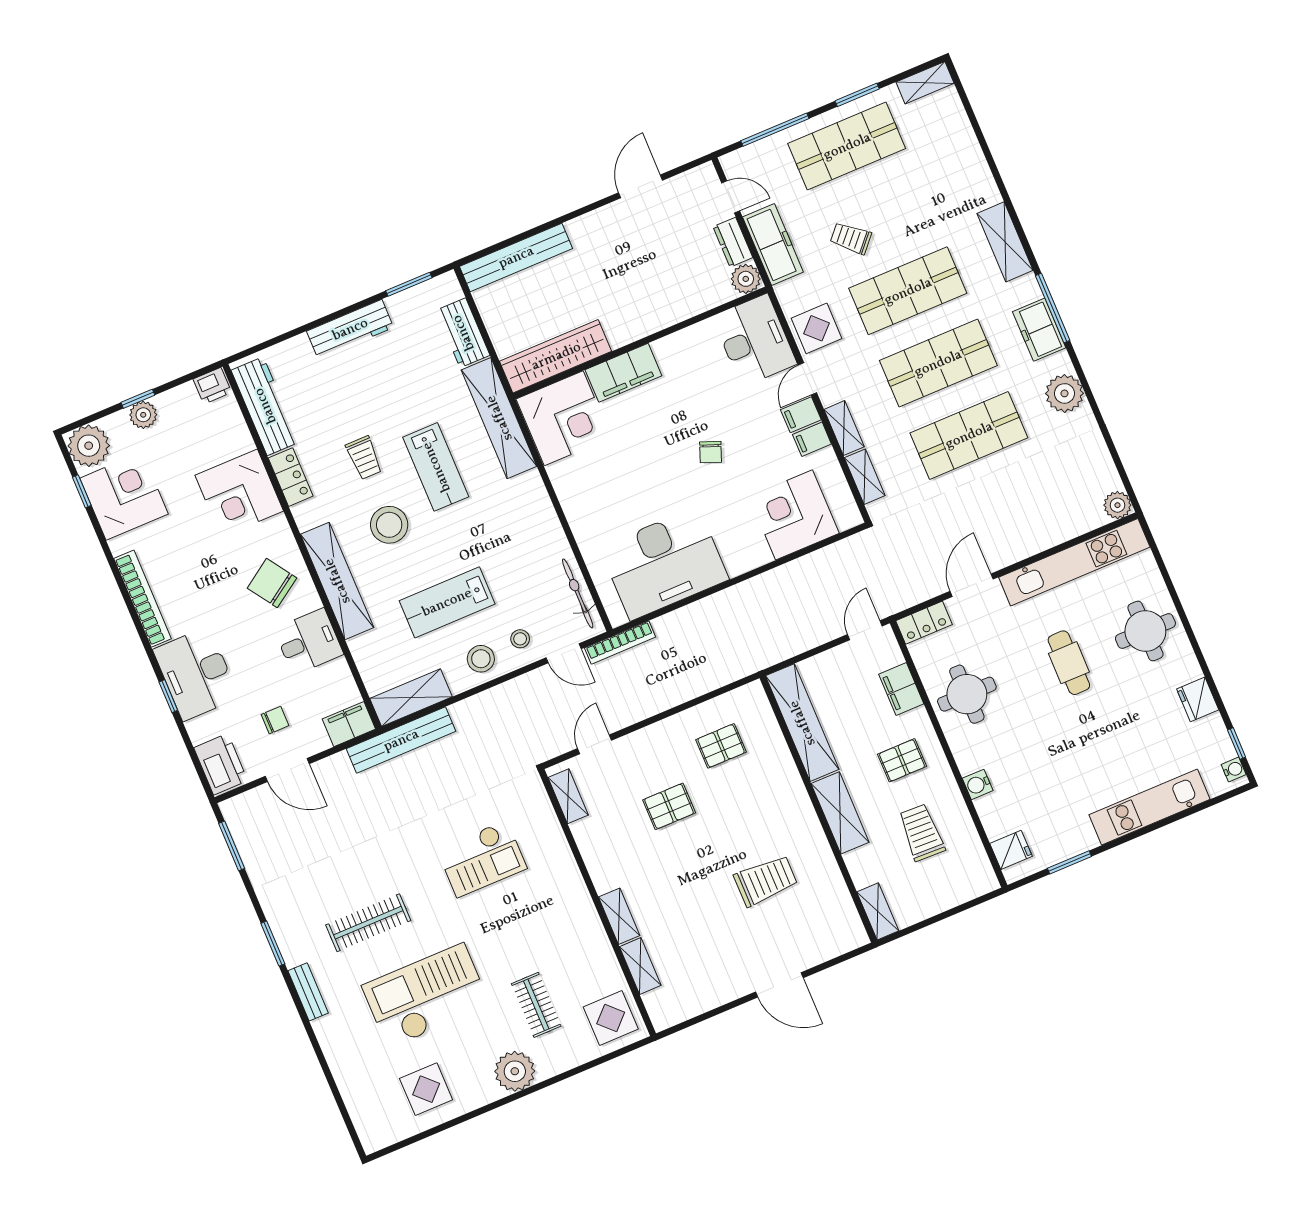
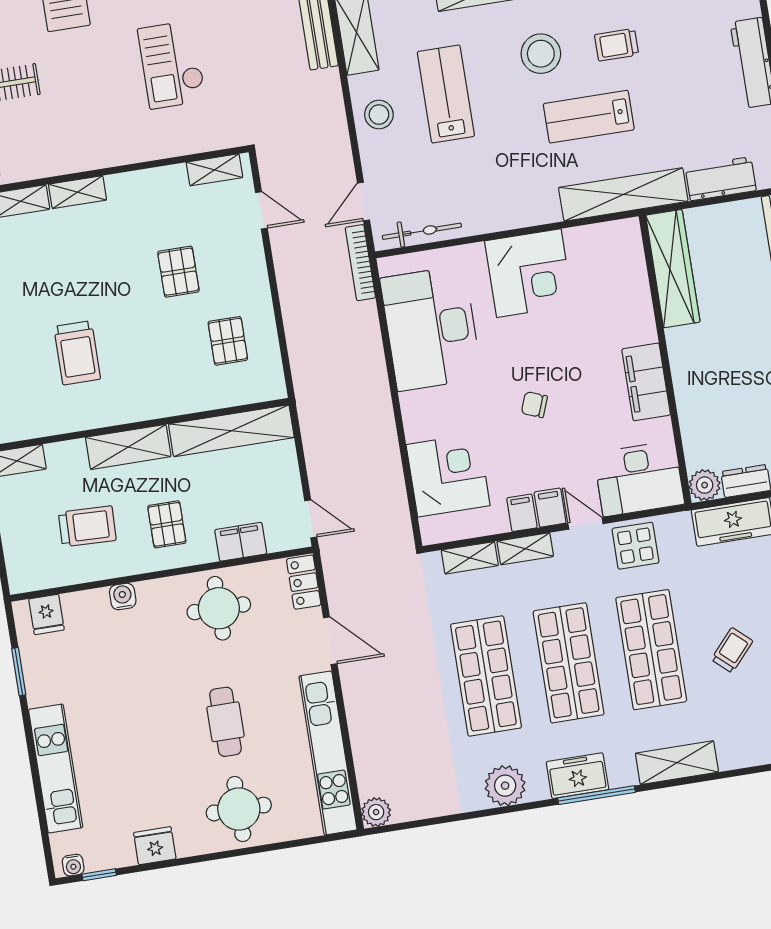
trolley: (851, 238) -> (732, 650), moved
filing cabinet: (623, 373) -> (646, 382), moved
corner desk: (564, 418) -> (529, 273), moved, turned -90
stool: (520, 639) -> (390, 160), removed
cafe table: (1069, 663) -> (225, 722), turned 90

